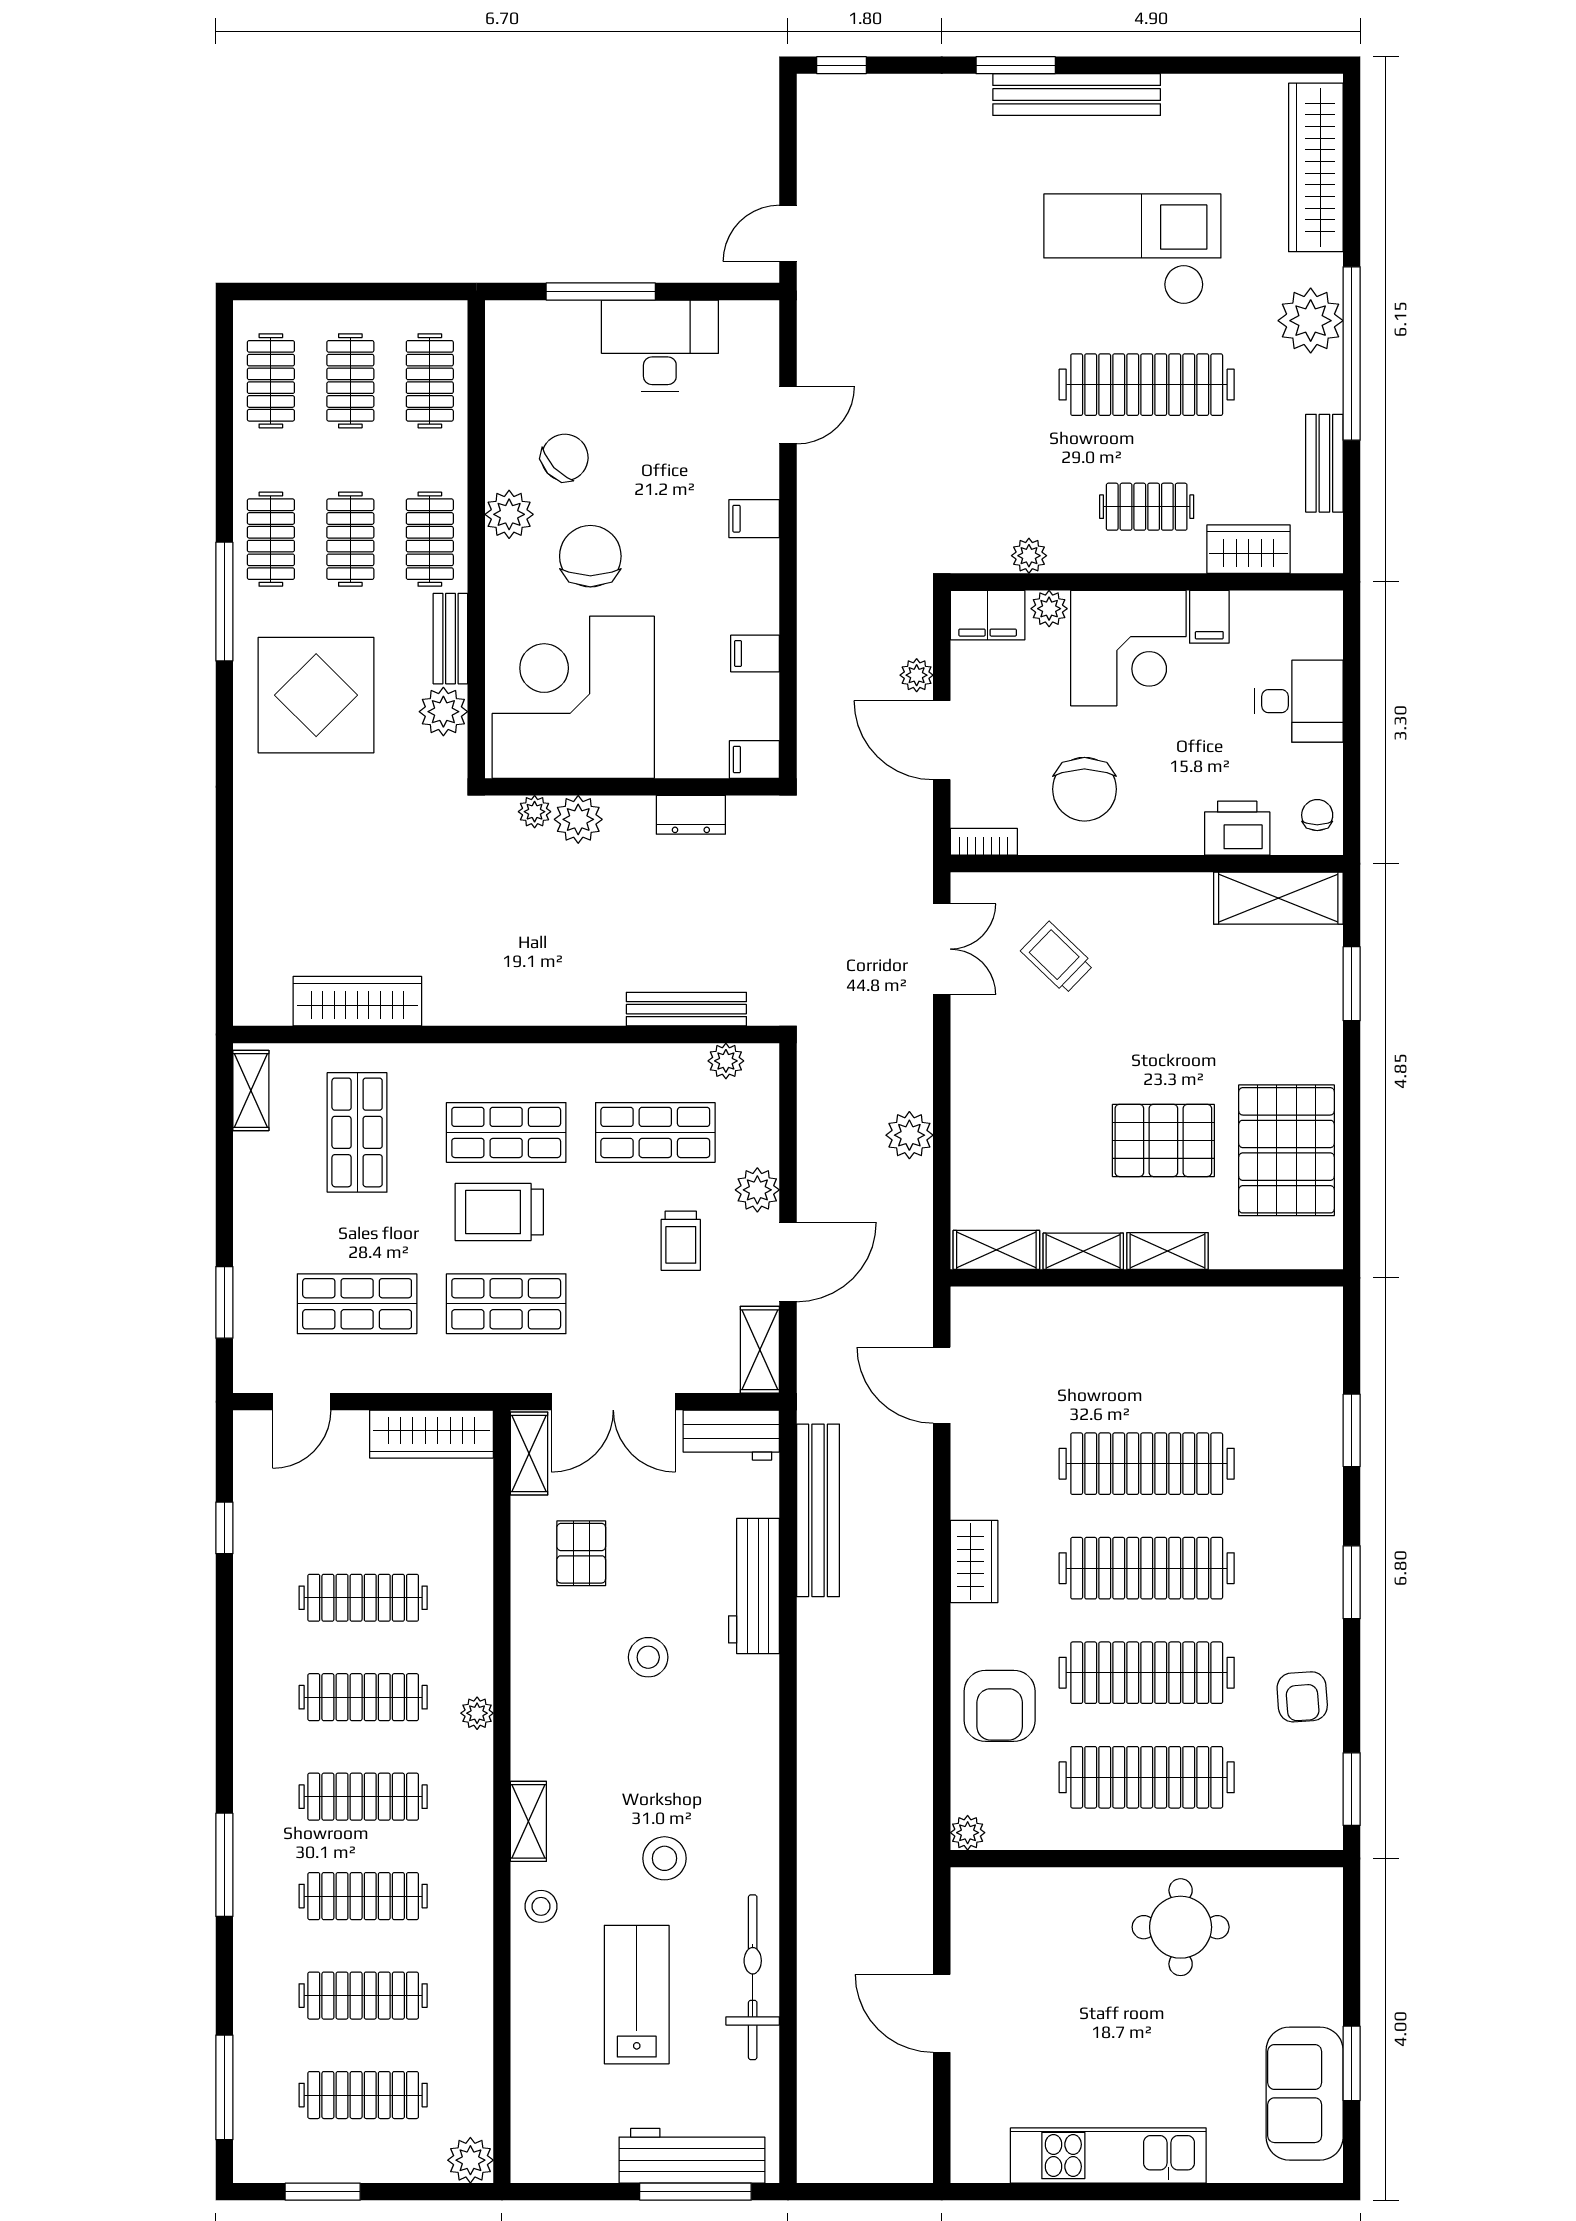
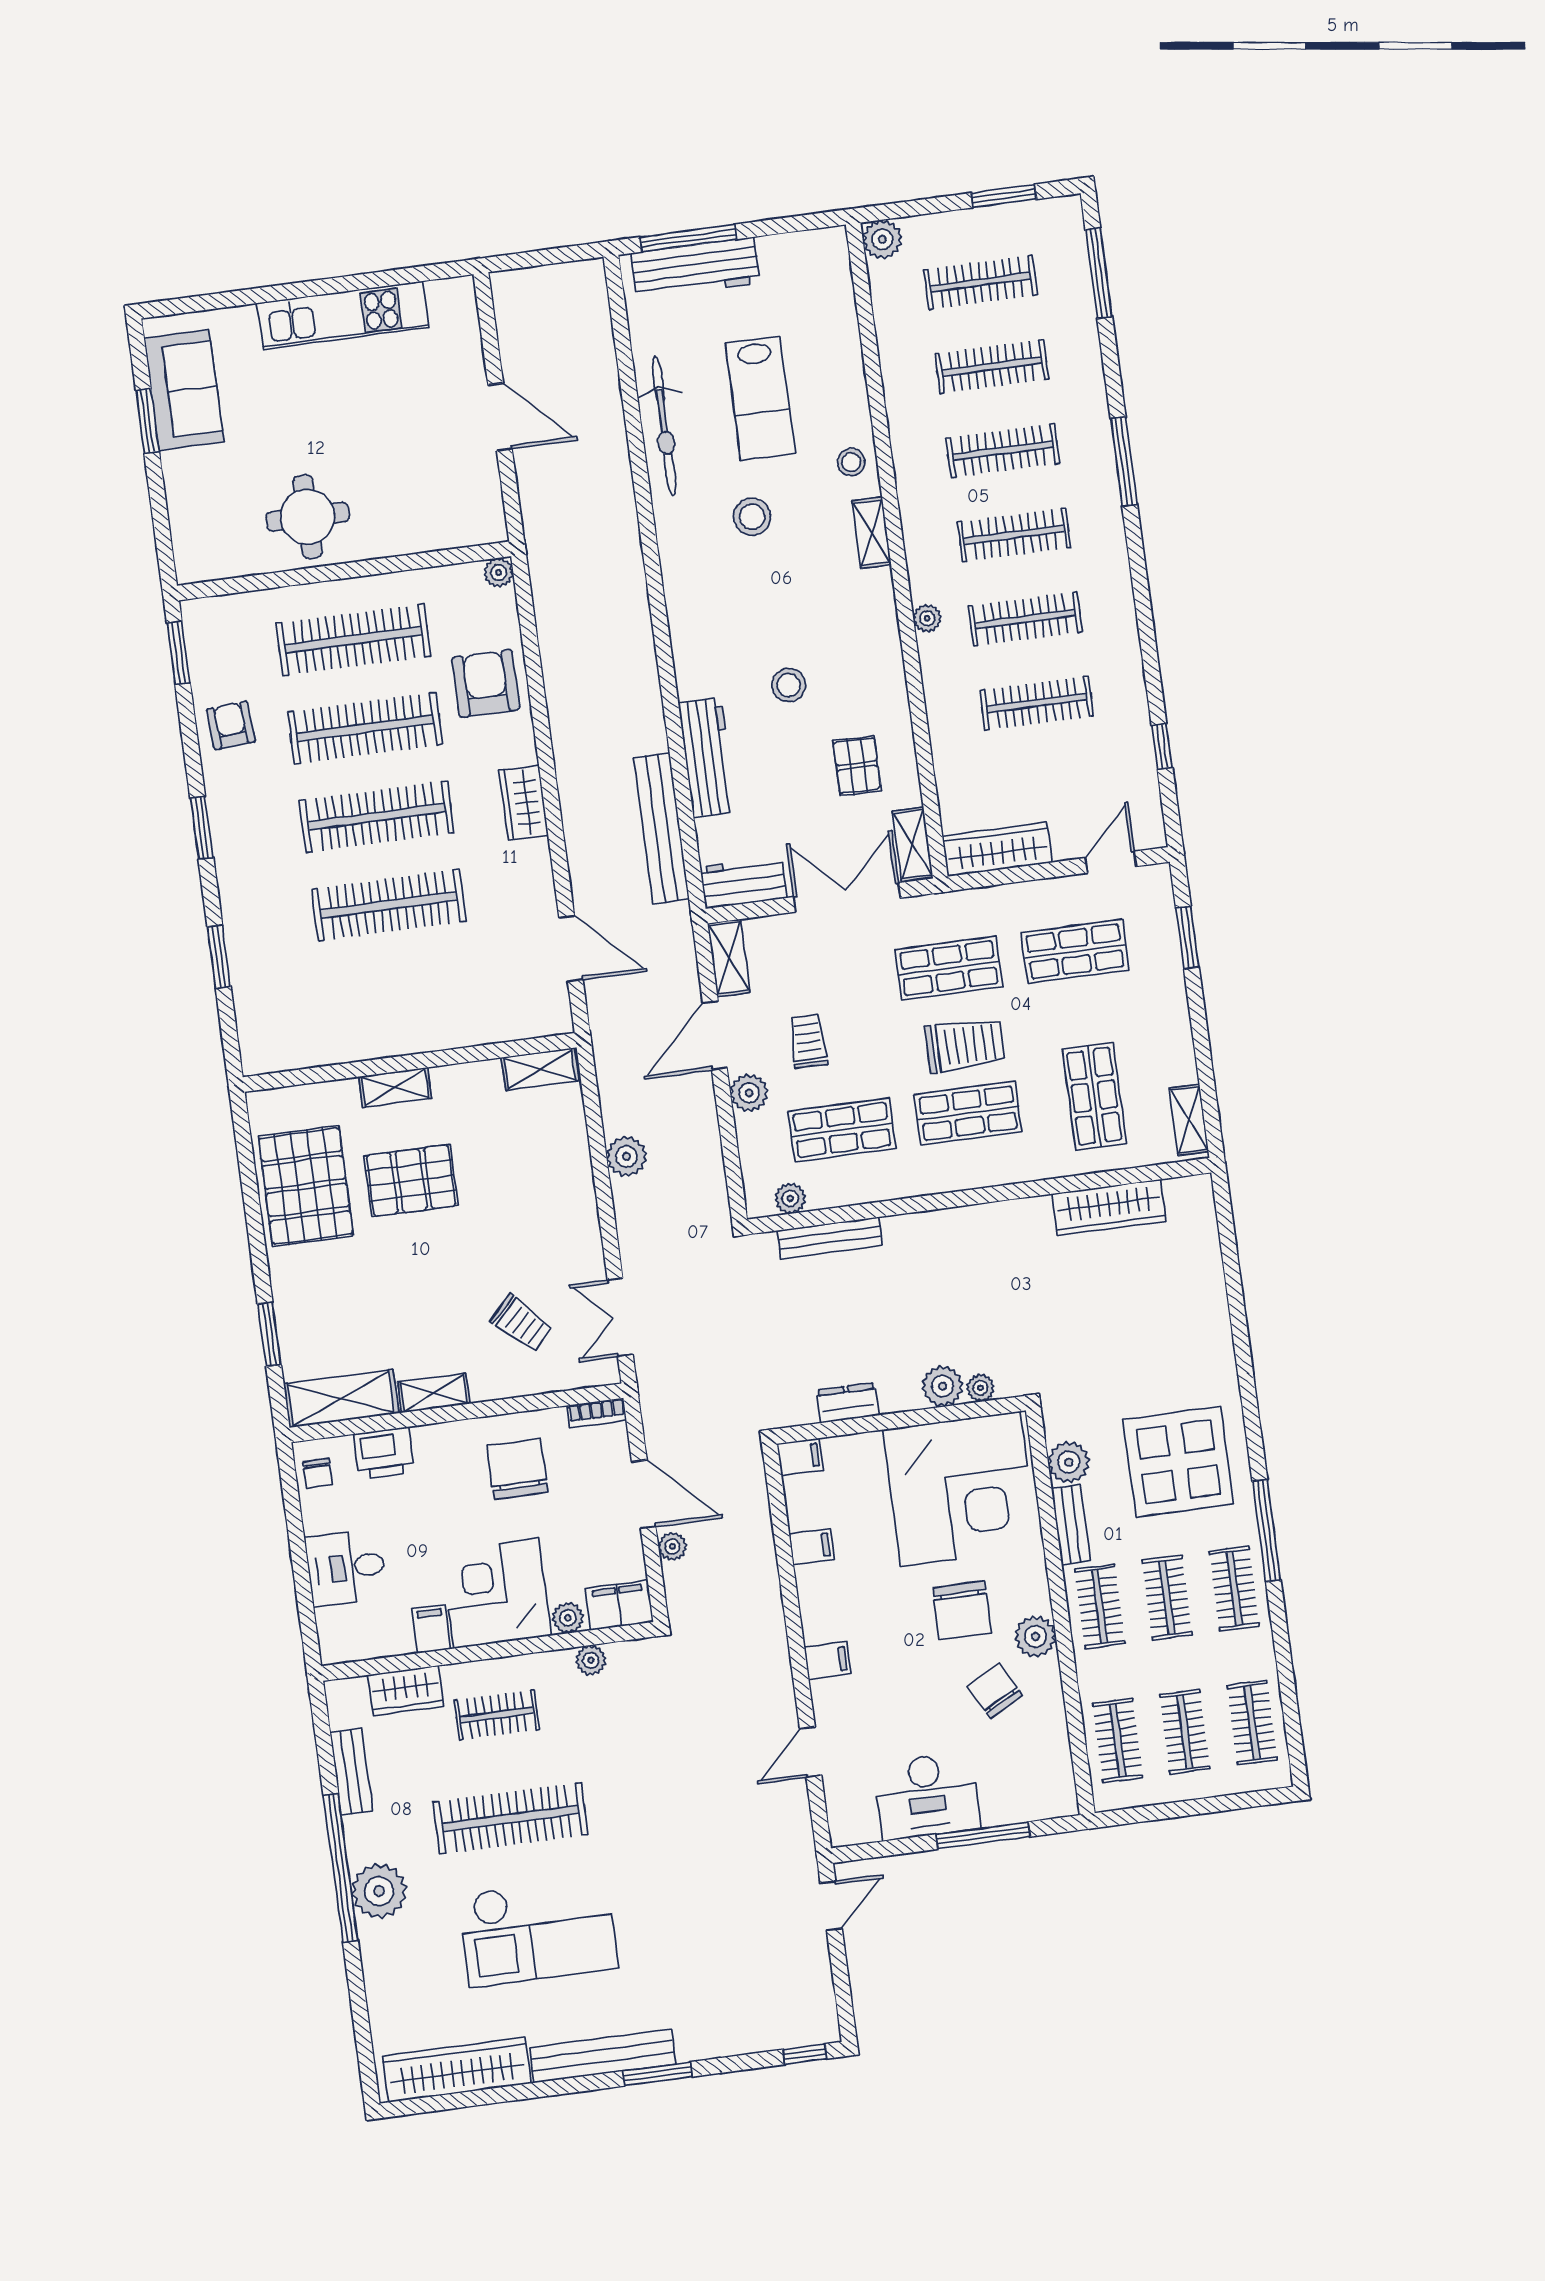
wardrobe: (1316, 167) -> (457, 2070), moved, turned -90
chair: (565, 457) -> (995, 1691), turned 105
shelving: (1083, 1251) -> (434, 1393), moved

